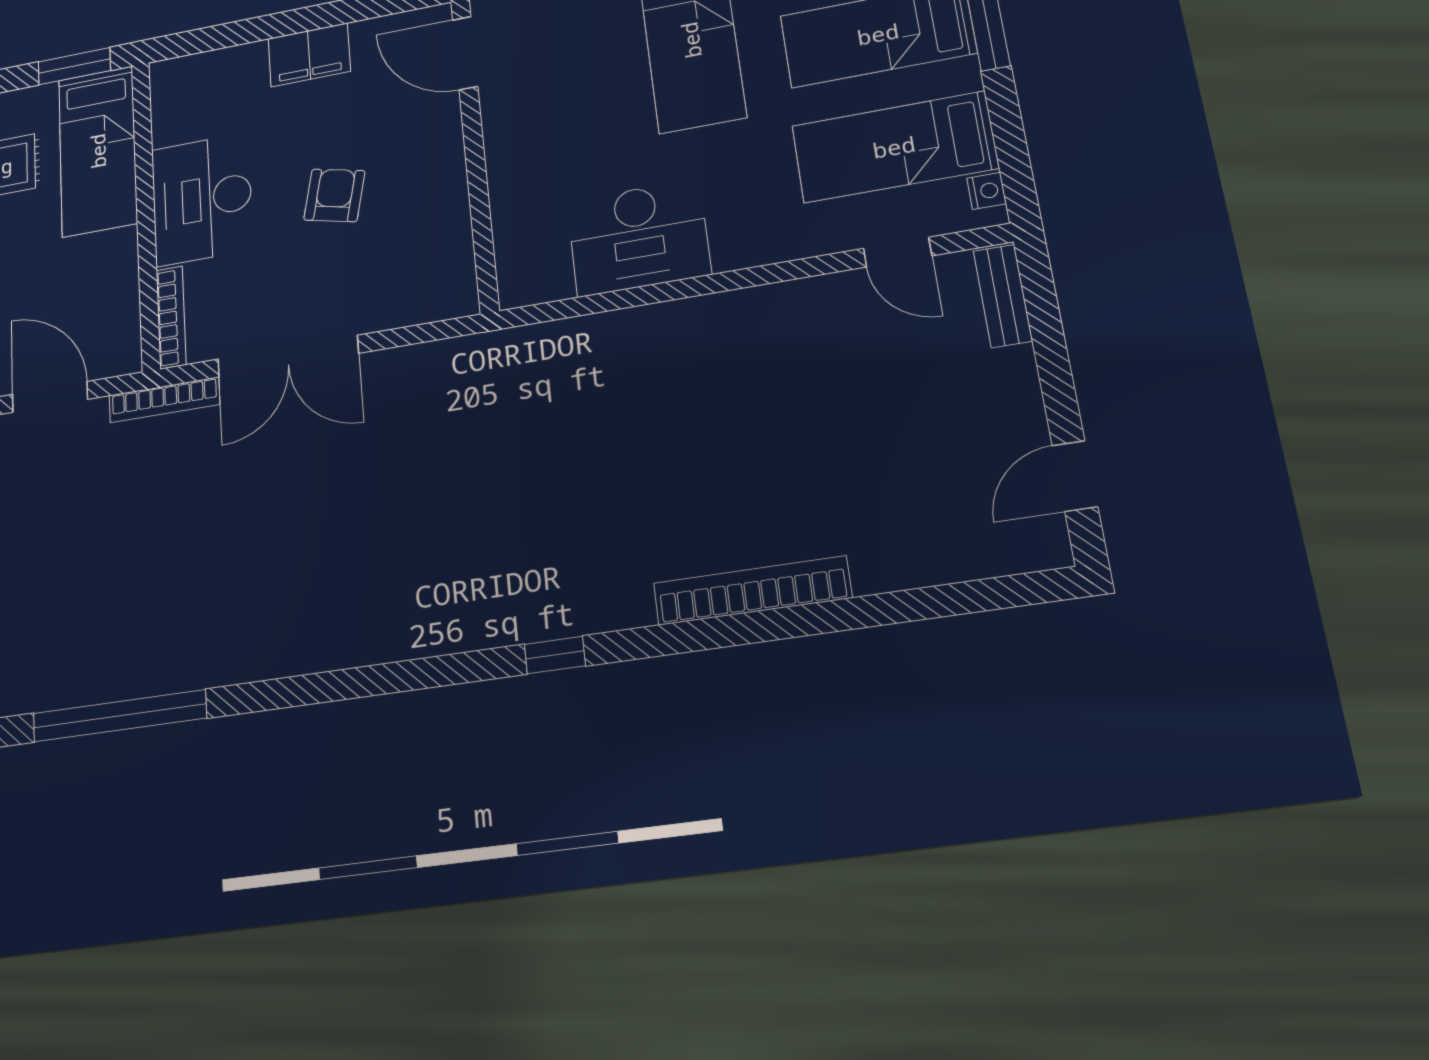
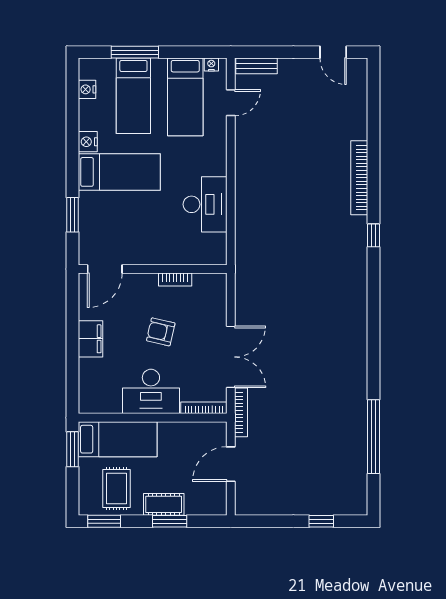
bookcase: (455, 204) -> (175, 280), added
window: (555, 655) -> (374, 235), moved

